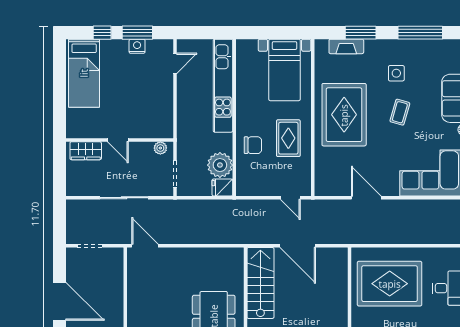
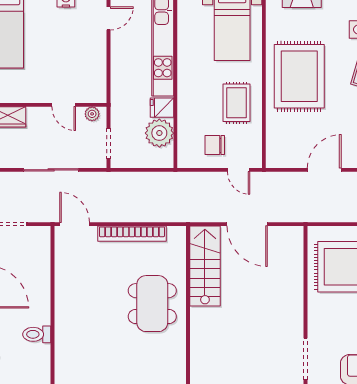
door: (118, 140) -> (64, 105), moved
chair: (253, 145) -> (215, 145), moved, turned 180
fridge: (222, 188) -> (162, 108), moved
door: (366, 198) -> (324, 170), hinge flipped
bookcase: (196, 254) -> (132, 234), added

